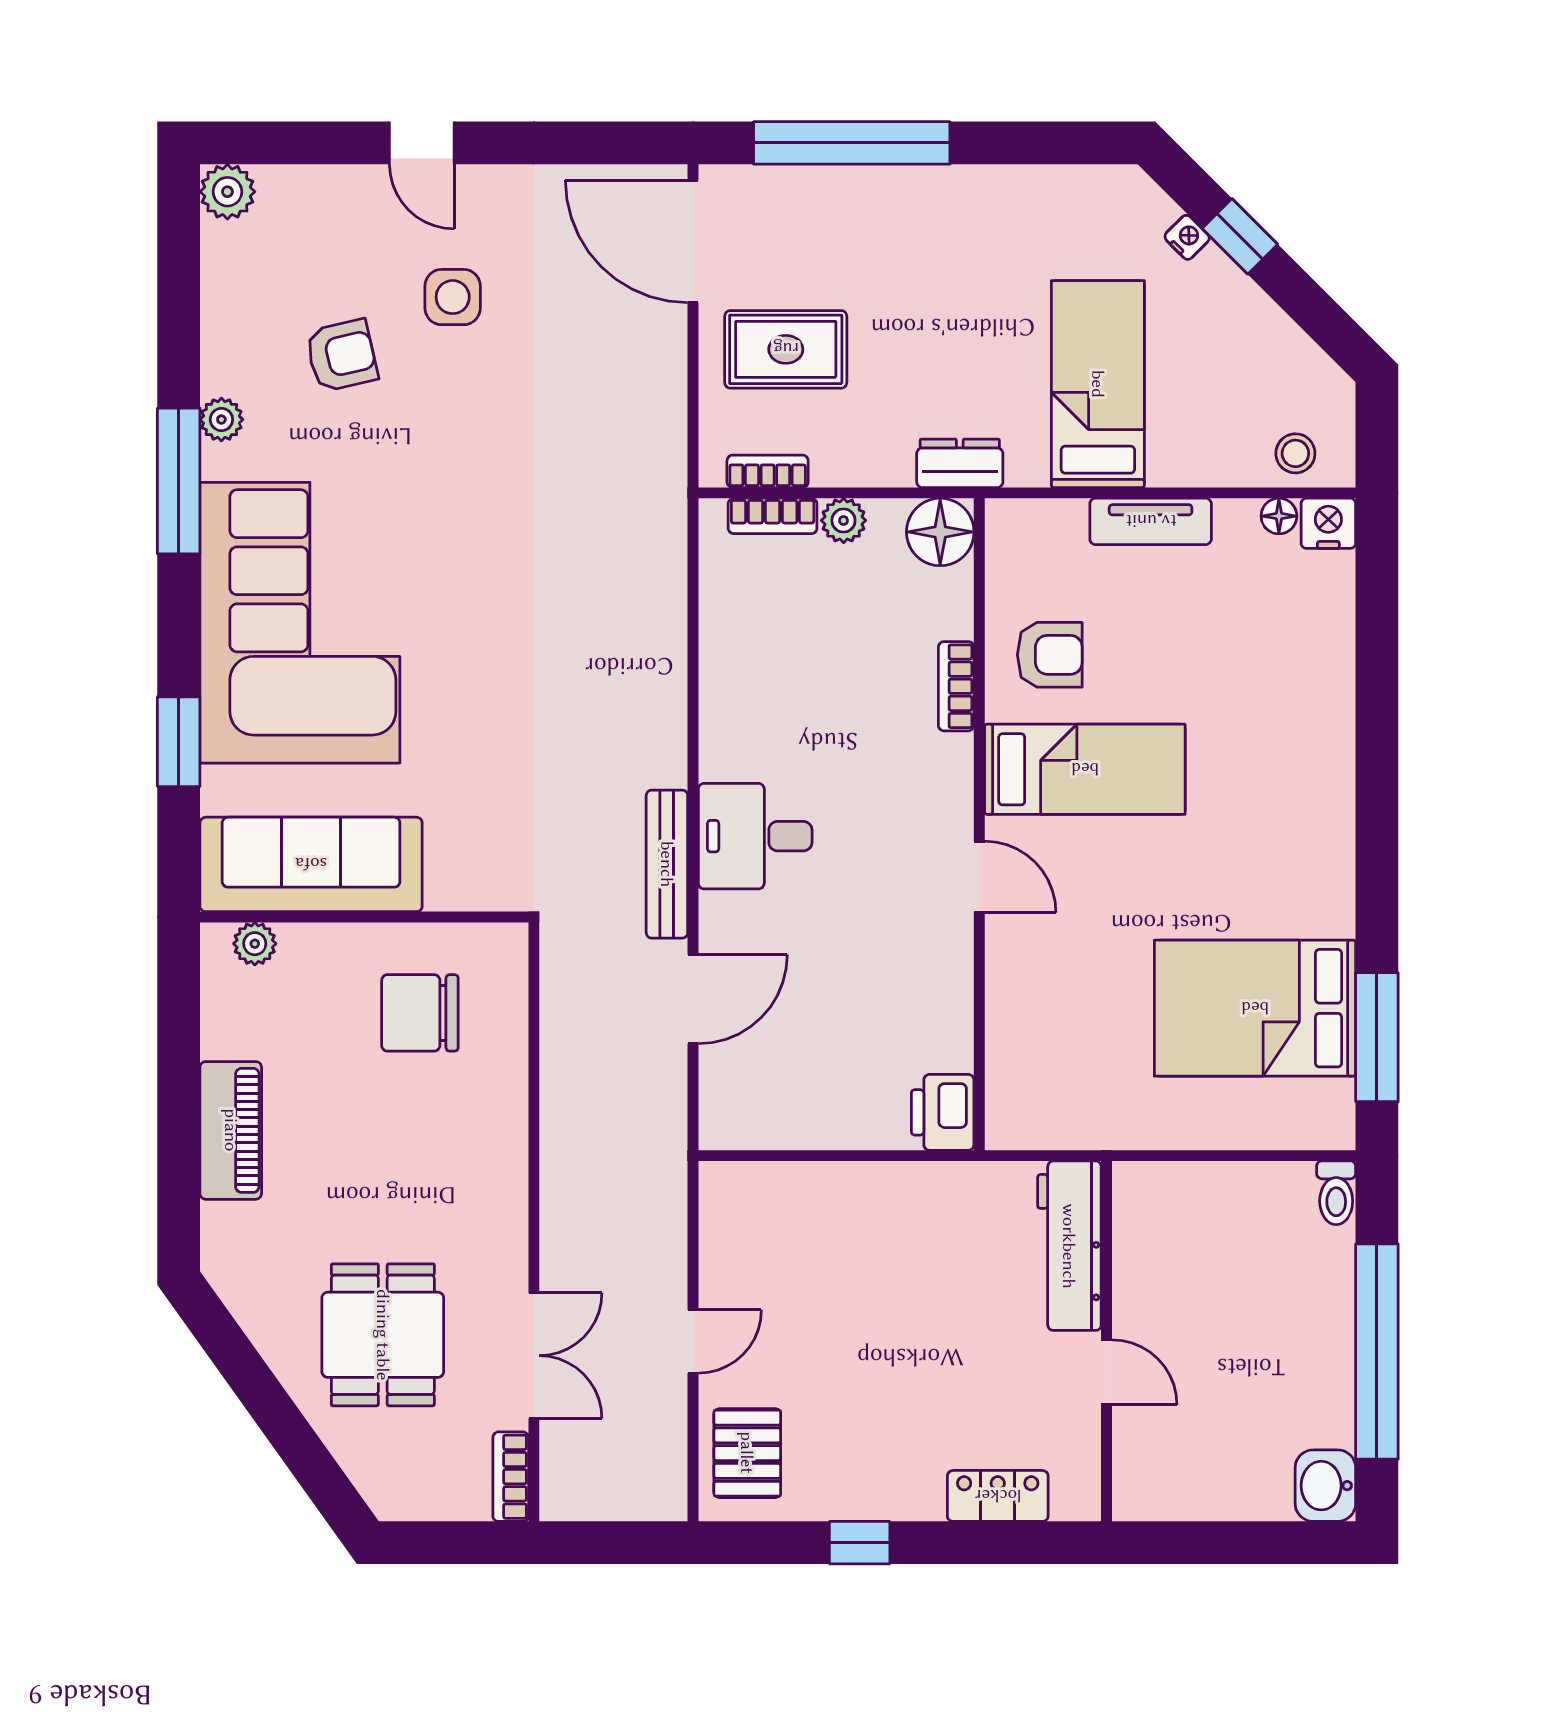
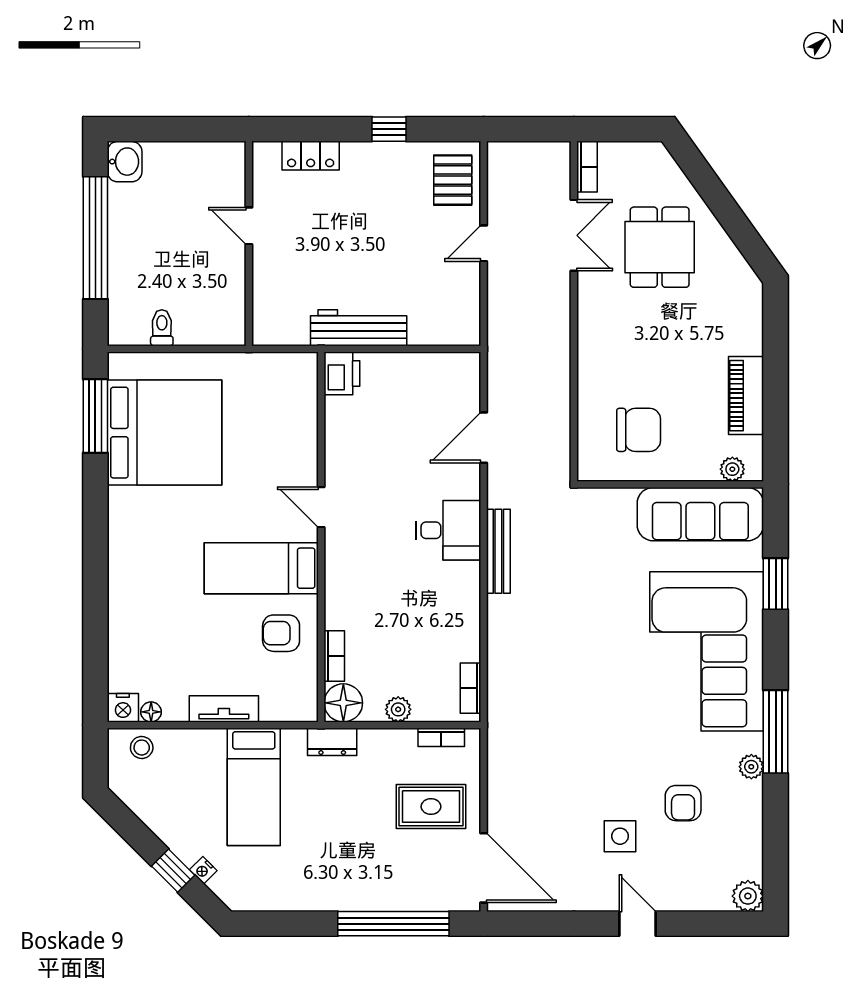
armchair: (342, 356) -> (683, 803), turned -77
bookcase: (773, 516) -> (471, 688), moved, turned -90
bookcase: (956, 686) -> (334, 656), moved
bench: (667, 864) -> (498, 551), moved
bed: (1255, 1008) -> (165, 433), width x1.36
piano: (231, 1130) -> (746, 396), moved
toilet: (1336, 1193) -> (162, 328), moved
workbench: (1069, 1246) -> (359, 328), moved, turned -90
double door: (534, 1356) -> (574, 235), swing flipped

